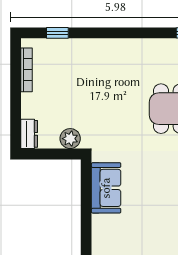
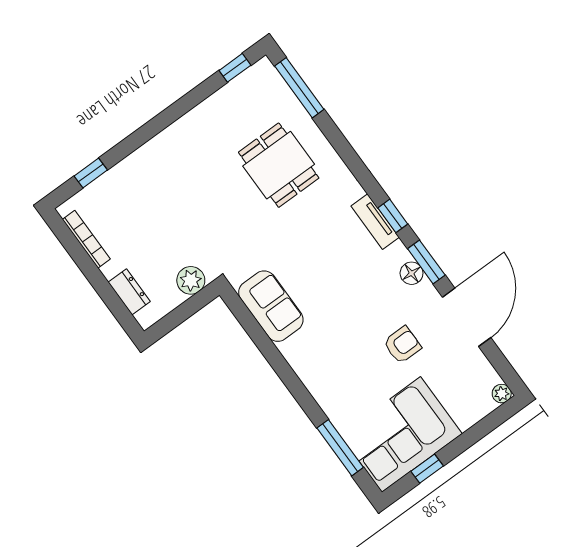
dresser: (29, 134) -> (129, 292), moved

